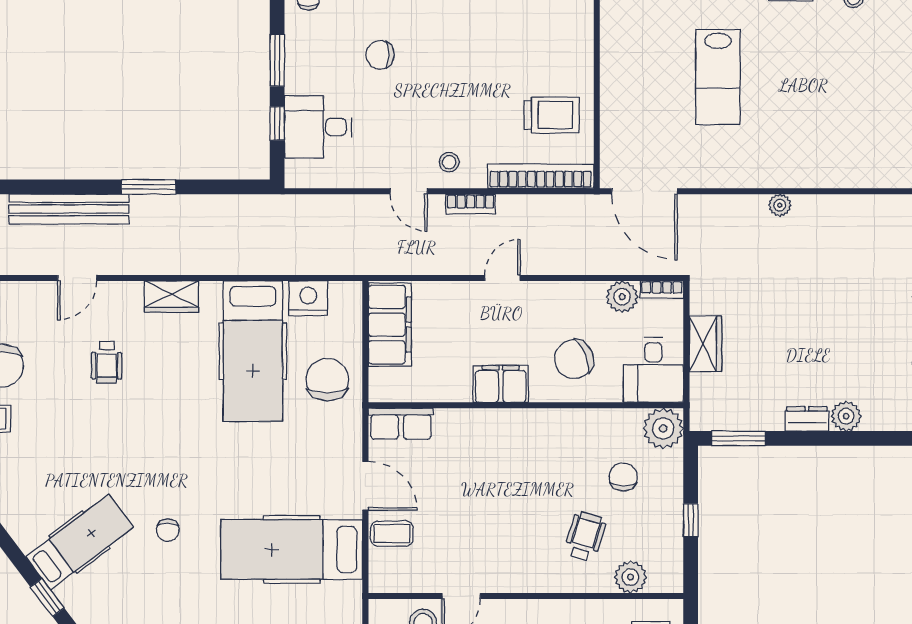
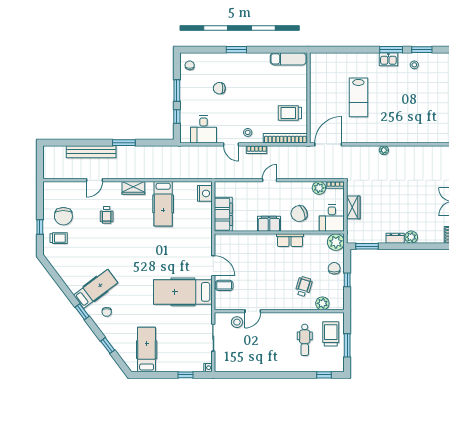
trolley: (552, 115) -> (290, 113), turned 180
desk: (318, 127) -> (204, 129), moved, turned -90
door: (645, 191) -> (328, 144), swing flipped
nightstand: (308, 298) -> (205, 193), moved, turned 90
filing cabinet: (390, 325) -> (223, 214), moved
hospital bed: (253, 351) -> (163, 204), width x0.73, depth x0.78
chair: (327, 380) -> (197, 222), removed
row of seats: (401, 424) -> (290, 240), moved
chair: (623, 477) -> (334, 268), moved
chair: (168, 530) -> (107, 312), moved

